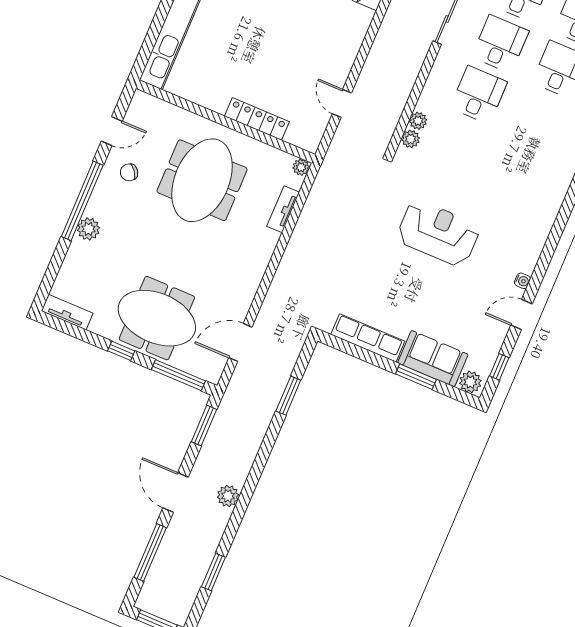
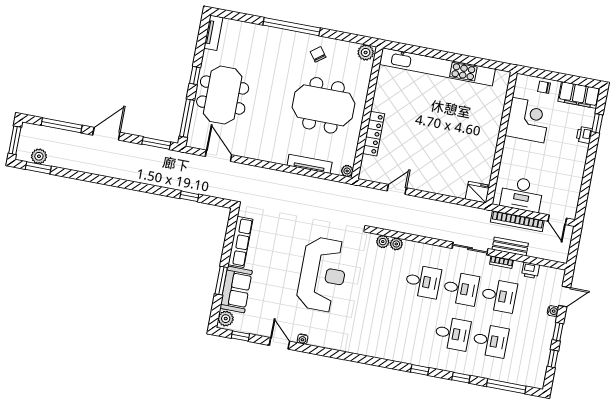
door: (112, 131) -> (344, 36), removed
tv unit: (283, 209) -> (310, 164), width x1.41
plant: (88, 229) -> (366, 52), moved
reception desk: (438, 233) -> (323, 274), width x1.36, depth x1.30
window: (288, 396) -> (189, 196), width x0.67
plant: (228, 496) -> (39, 156), moved
window: (213, 572) -> (38, 168), moved

